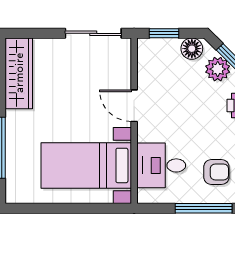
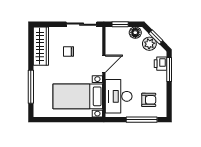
chair: (69, 83) -> (69, 52), added
door: (134, 106) -> (104, 64), swing flipped
desk: (161, 165) -> (119, 96), width x1.37

